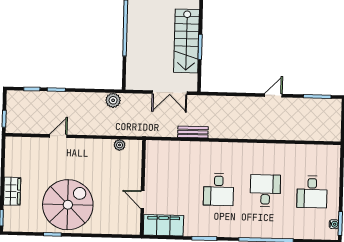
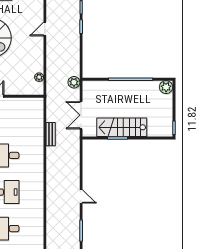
plant: (113, 100) -> (74, 82), moved
door: (58, 136) -> (45, 29), swing flipped

